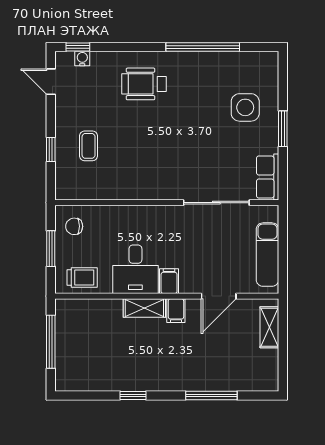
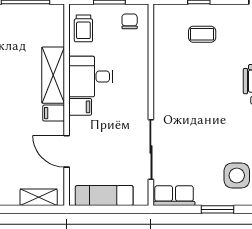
shelving: (144, 308) -> (53, 75), width x1.50, depth x1.33

